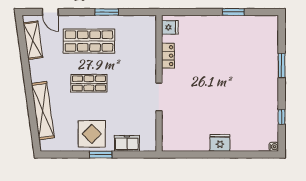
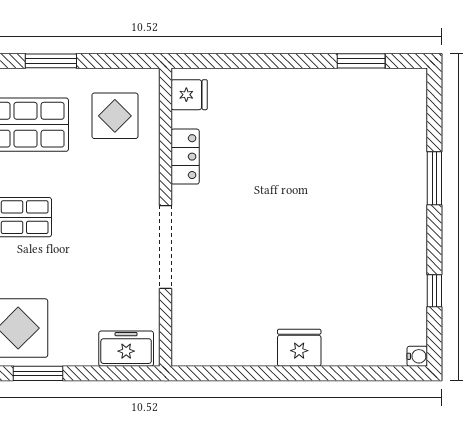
window: (233, 12) -> (361, 61), moved
display table: (136, 37) -> (115, 116), added
doorway: (159, 97) -> (165, 247), width x1.36
freezer: (127, 143) -> (126, 349), moved

